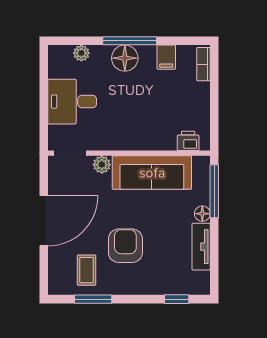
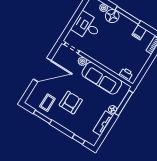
floor lamp: (125, 58) -> (112, 16), moved

